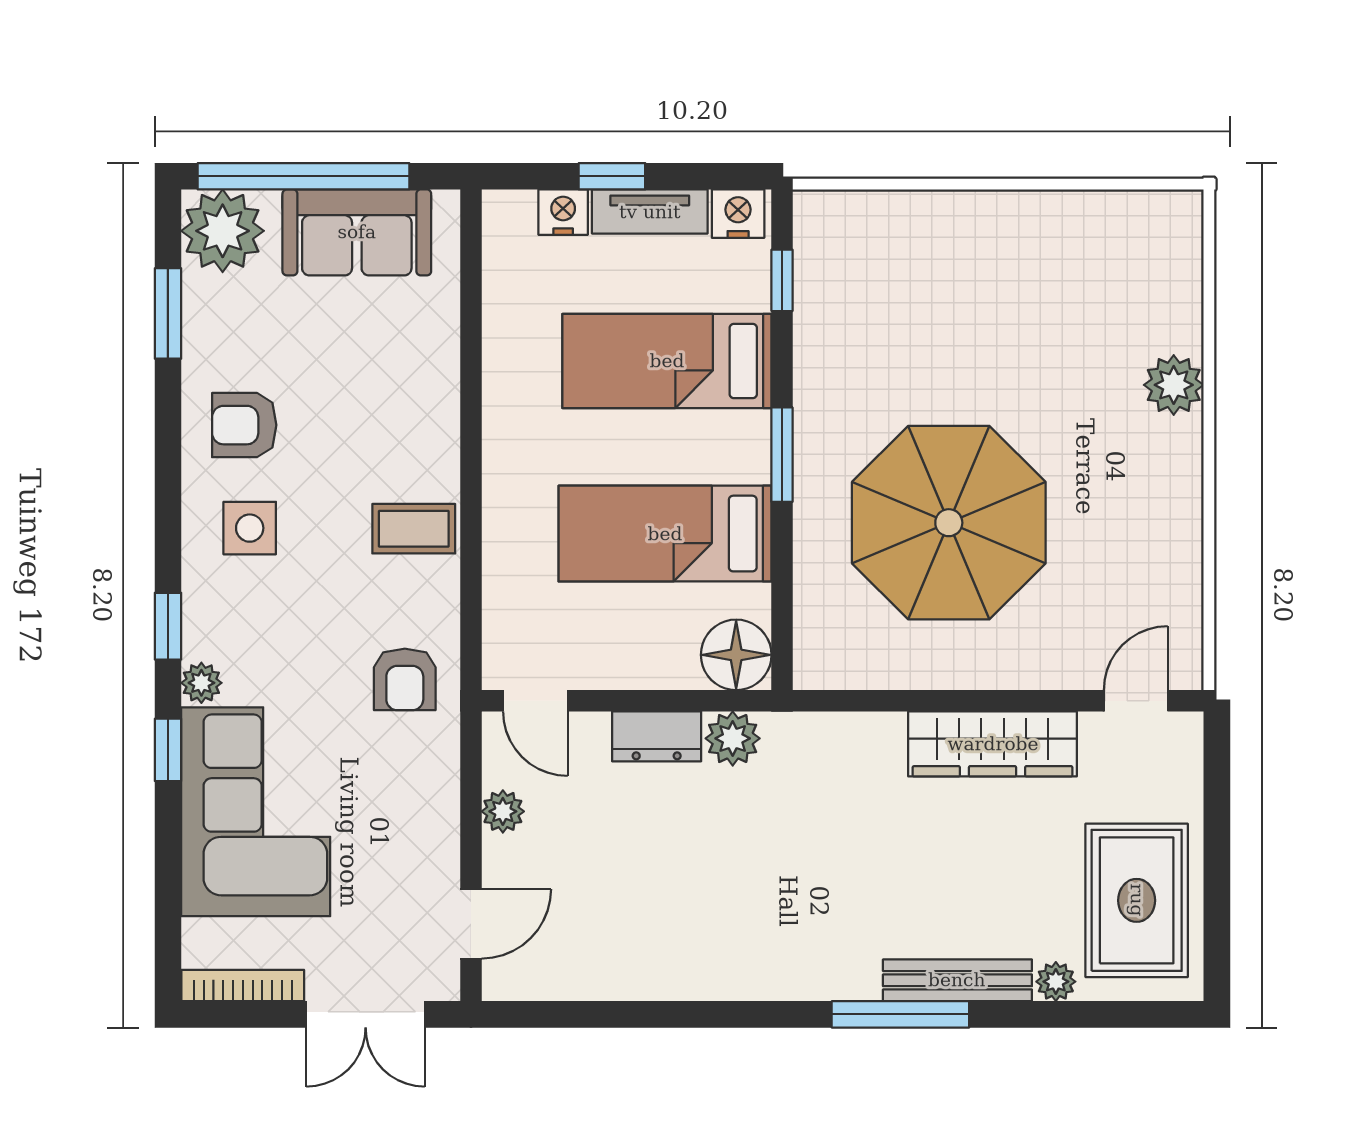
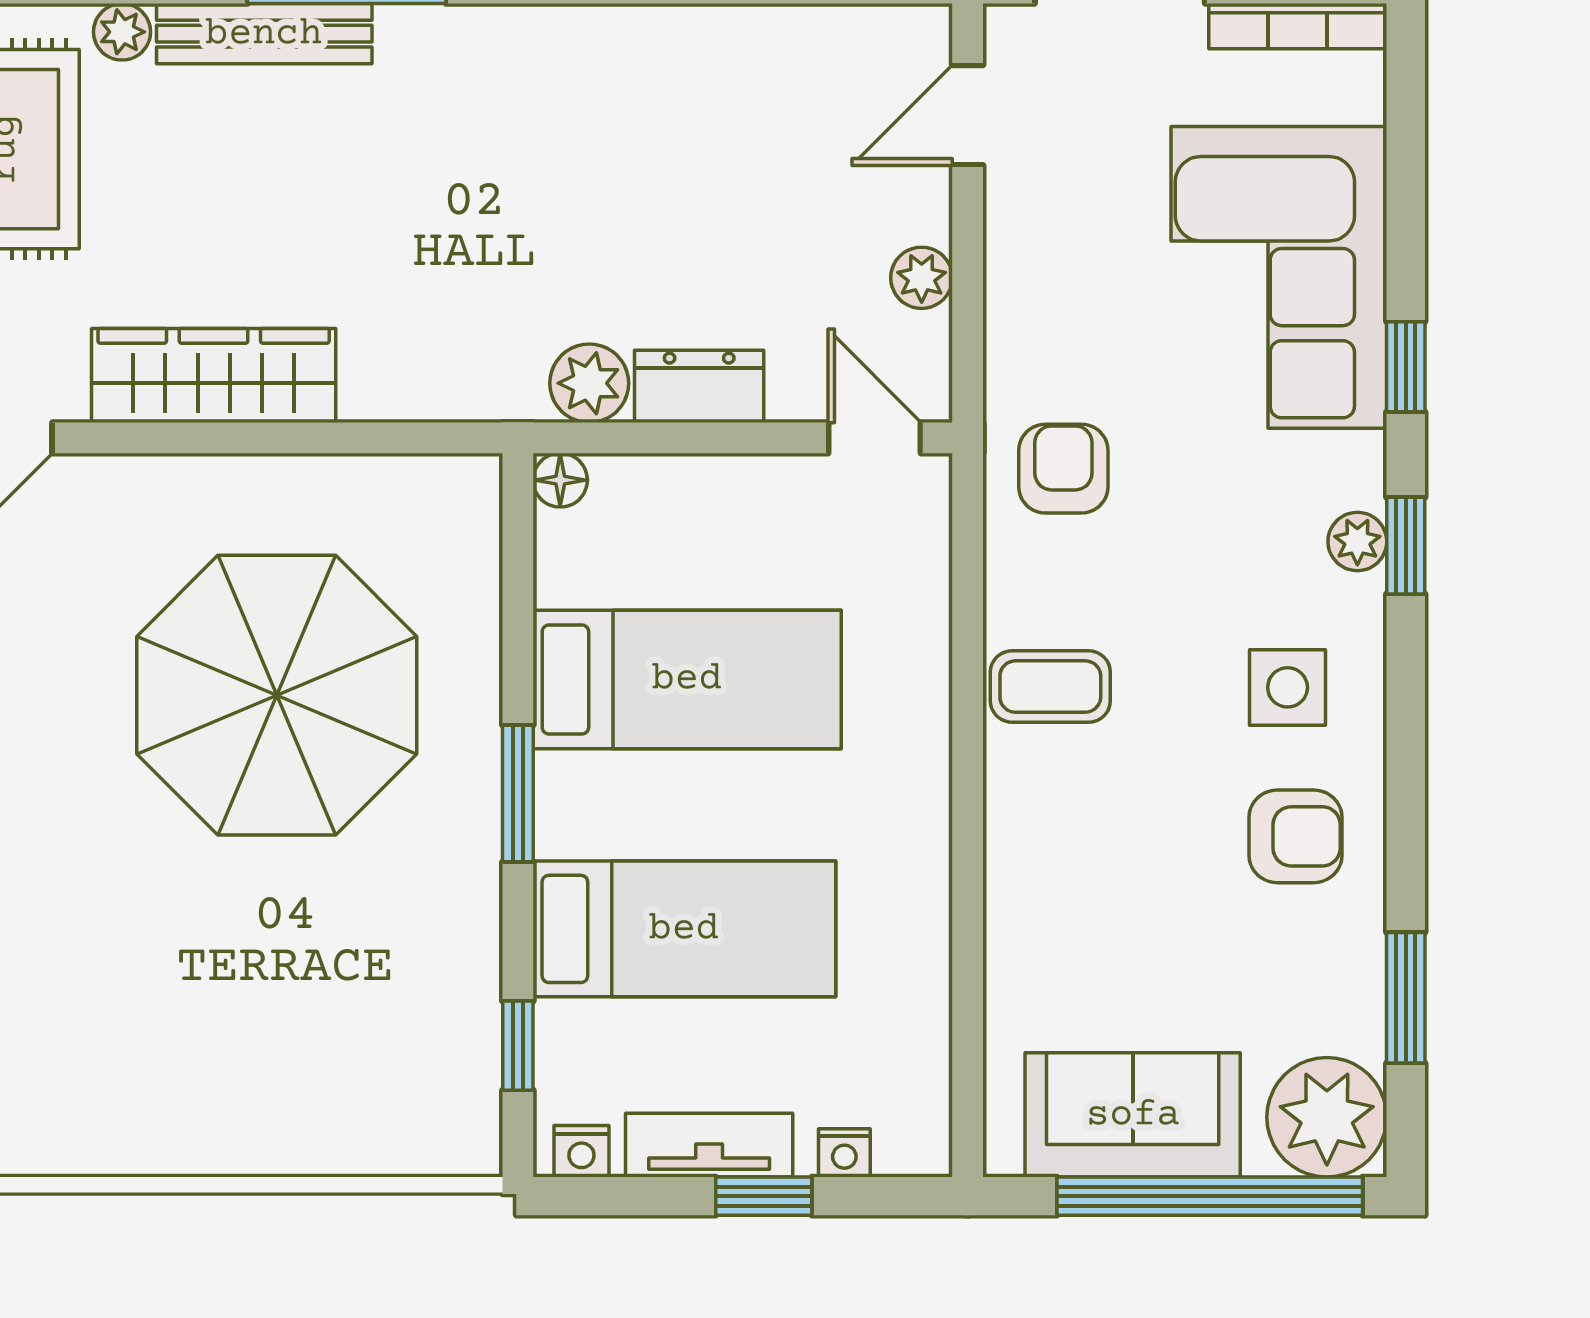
nightstand: (563, 212) -> (844, 1153), width x0.72, depth x0.74
nightstand: (738, 214) -> (581, 1151), width x0.72, depth x0.74
floor lamp: (736, 655) -> (560, 480), width x0.53, depth x0.53
plant: (201, 683) -> (1357, 541), moved

